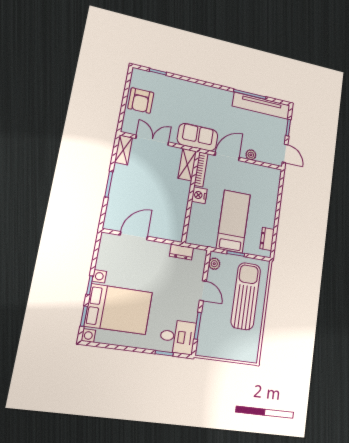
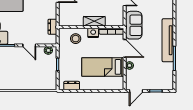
tv unit: (261, 106) -> (168, 40), moved
shelving: (187, 165) -> (94, 21), moved
stool: (204, 221) -> (76, 39), added
bed: (233, 221) -> (103, 67), moved, turned 180
door: (203, 291) -> (29, 45), hinge flipped
sun lounger: (246, 296) -> (30, 76), removed

